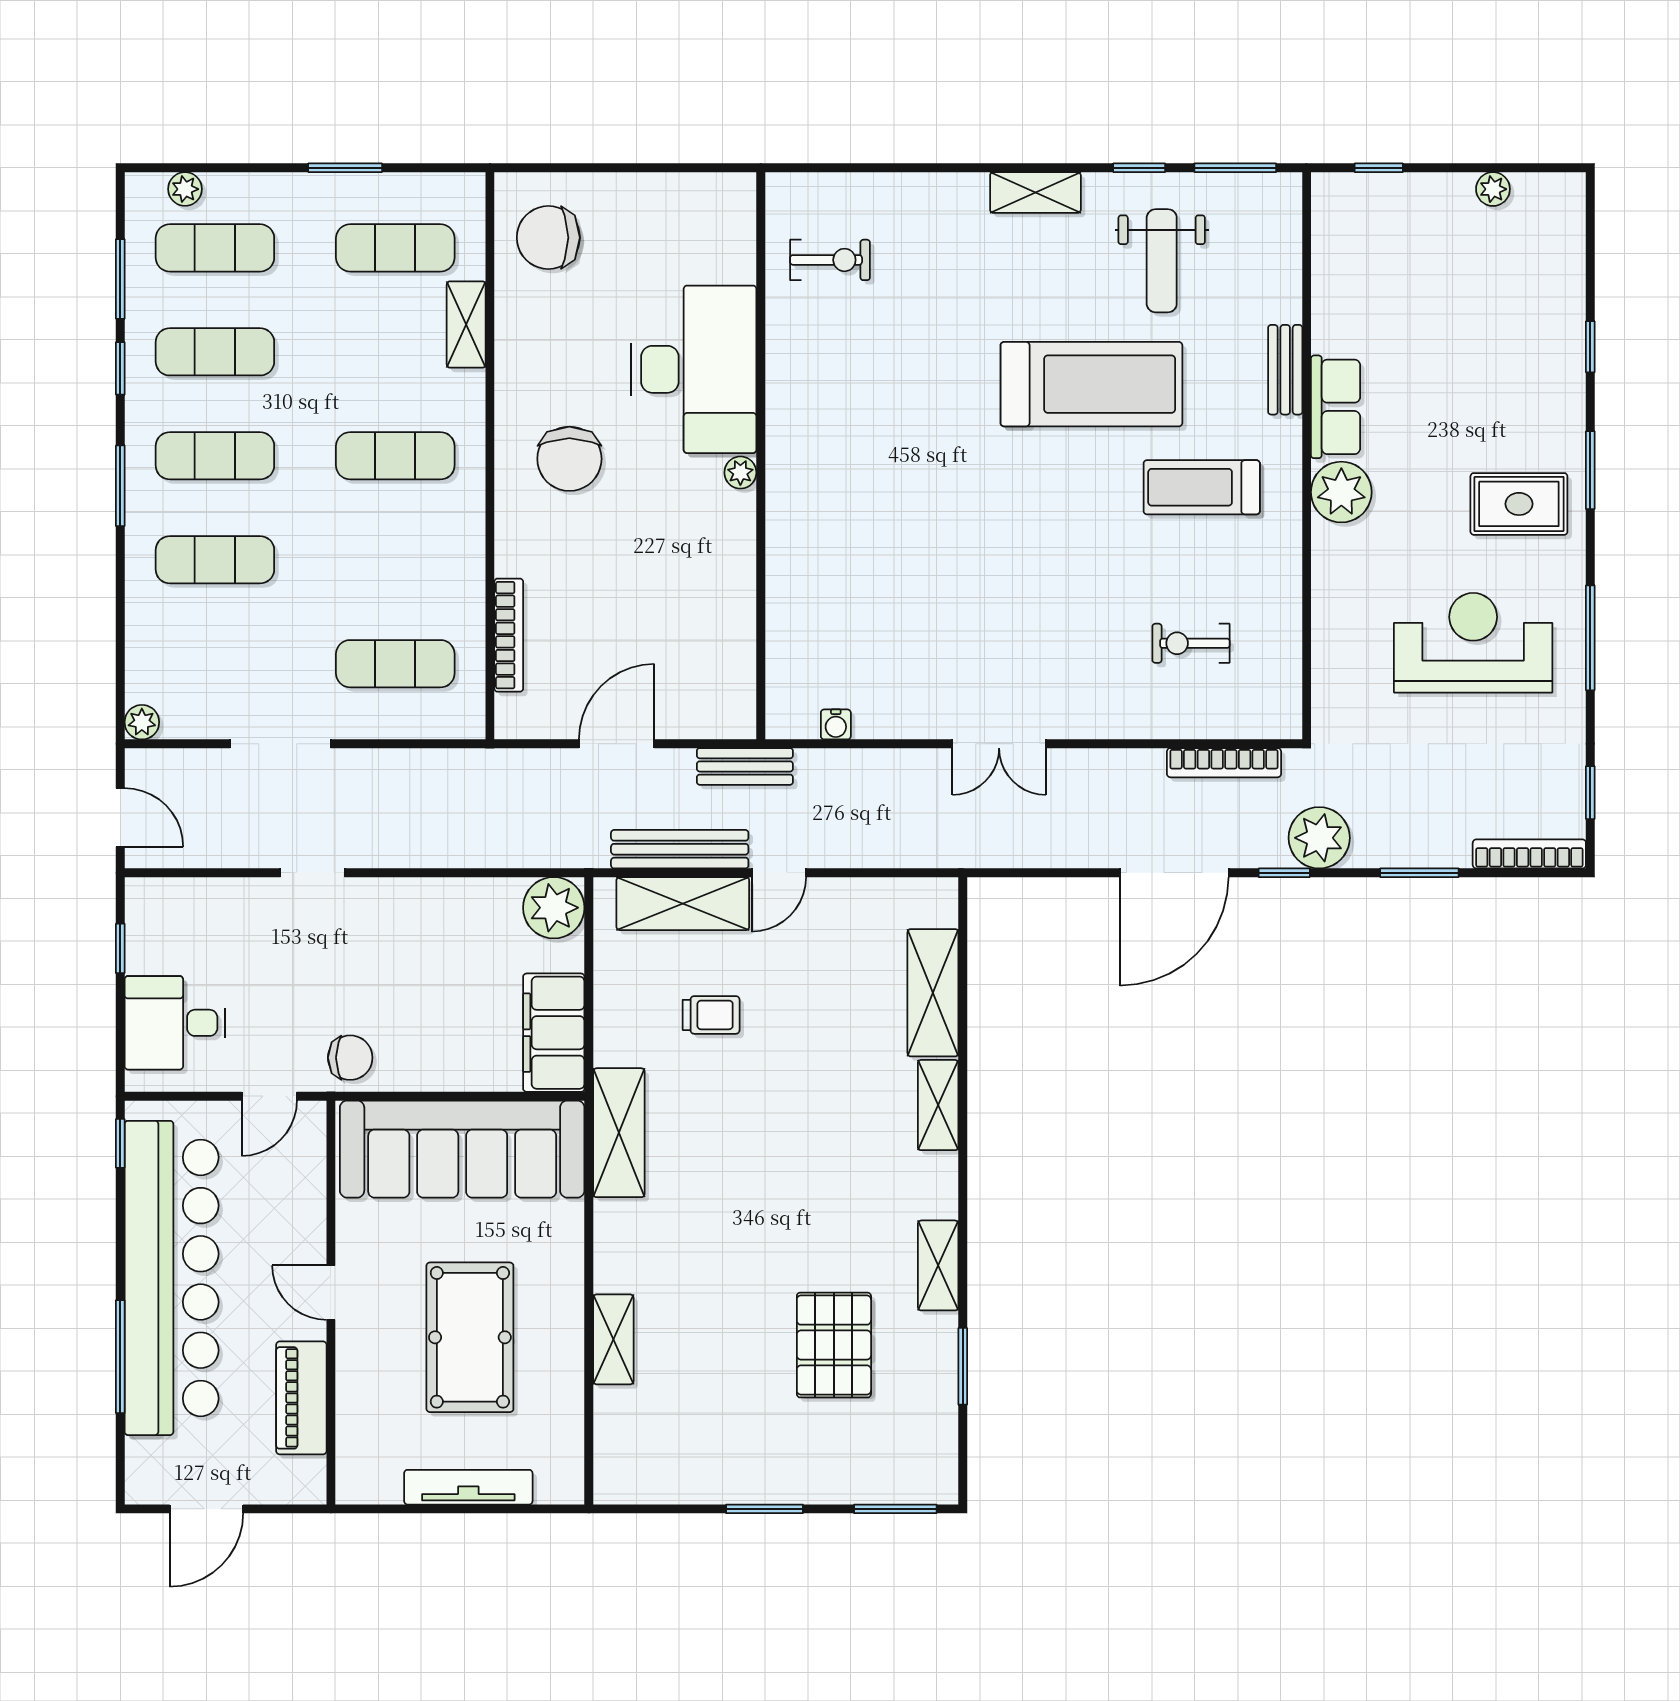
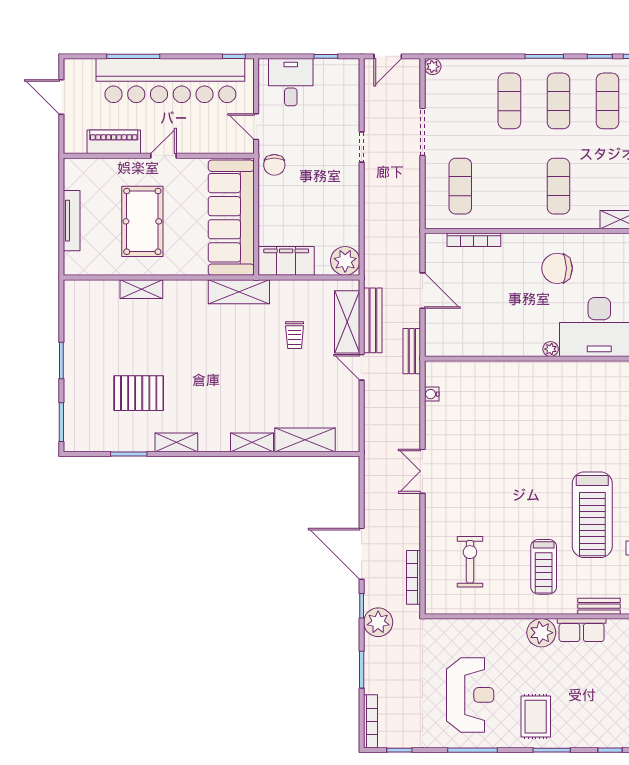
treadmill: (1202, 487) -> (544, 567), turned 180
exercise bike: (1191, 643) -> (470, 562), width x1.38, depth x1.39
pool table: (470, 1337) -> (142, 221), turned 90

